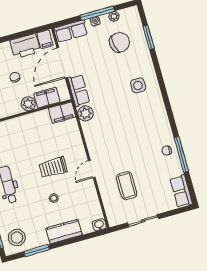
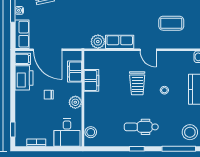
row of seats: (79, 90) -> (120, 42), moved
plant: (28, 104) -> (75, 102), moved
filing cabinet: (62, 113) -> (91, 80), moved

